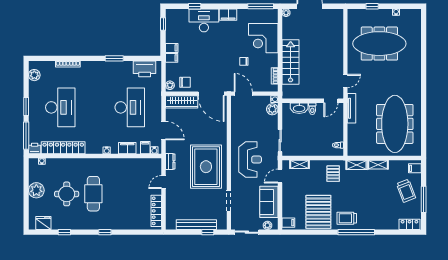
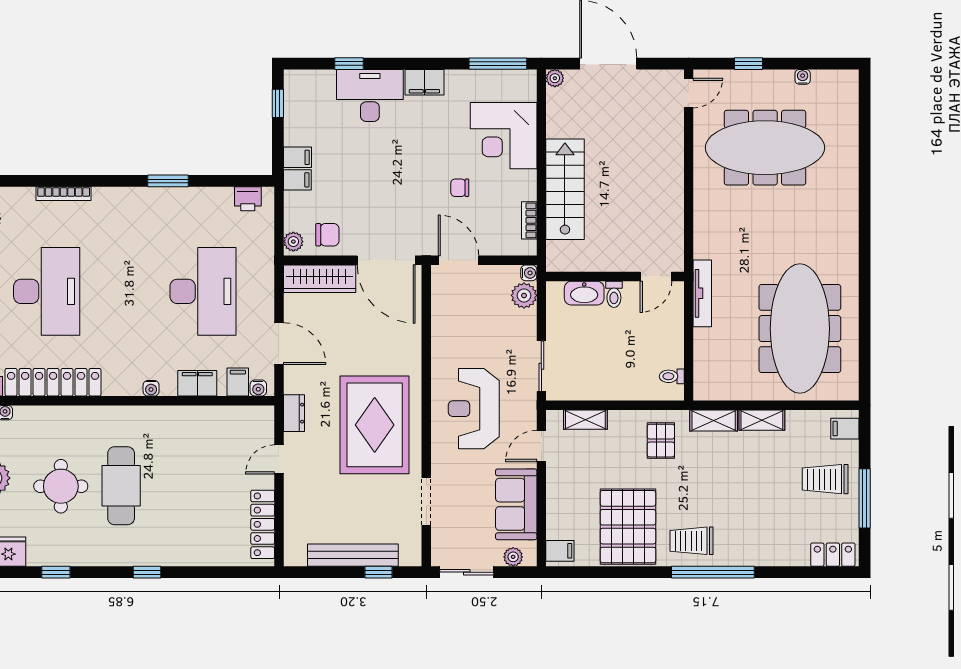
printer: (145, 69) -> (248, 199), width x0.53, depth x0.68
door: (345, 81) -> (689, 93), moved
reception desk: (250, 159) -> (474, 409), turned 180
trolley: (406, 191) -> (825, 479), turned 111

